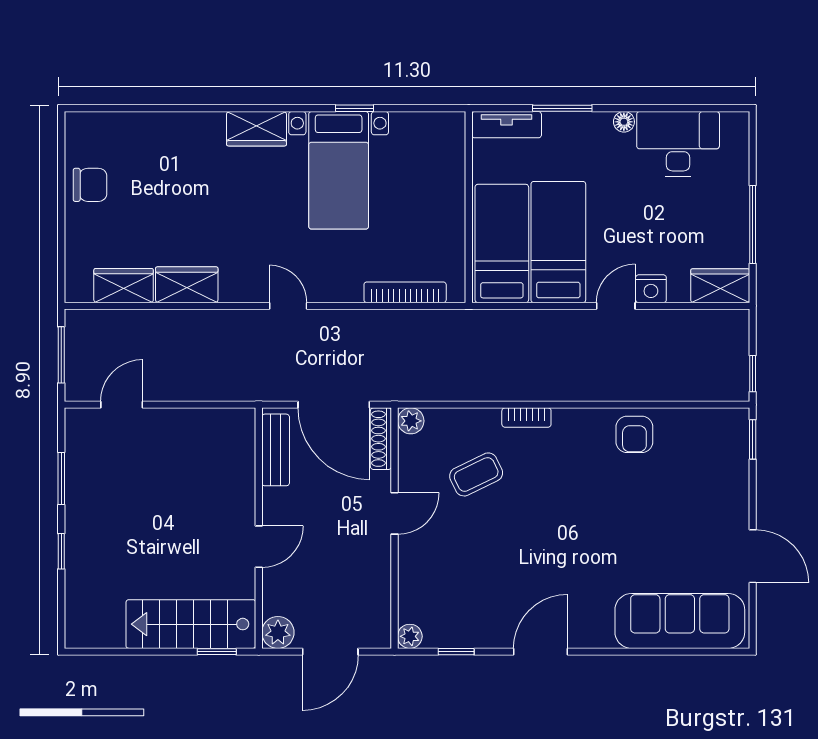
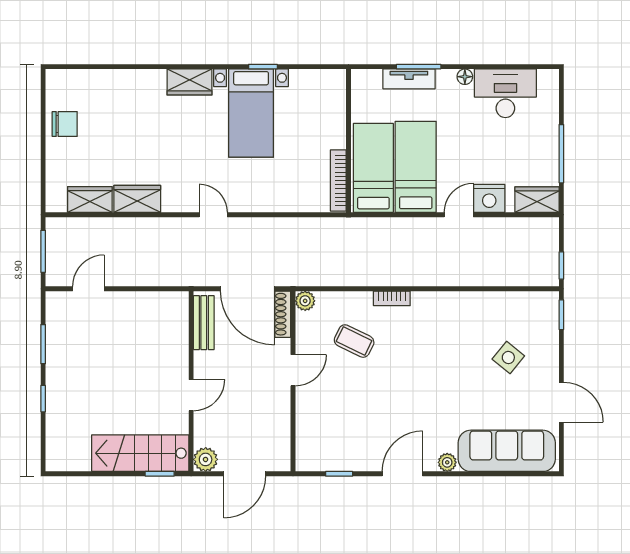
tv unit: (507, 125) -> (409, 79), moved
nightstand: (651, 289) -> (489, 198), width x1.36, depth x1.33
bookcase: (405, 292) -> (338, 181), moved, turned -90
armchair: (634, 434) -> (473, 311), removed
coffee table: (476, 474) -> (354, 341), turned 52
side table: (682, 496) -> (508, 358), added
plant: (410, 636) -> (447, 462), moved

